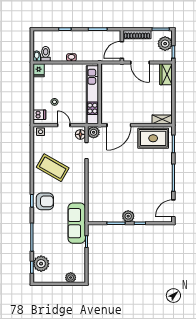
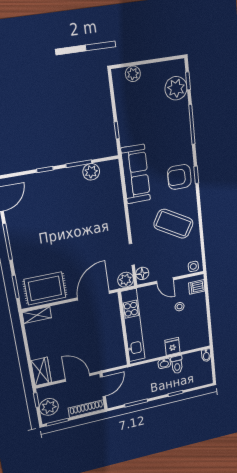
toilet: (46, 54) -> (177, 365), moved
fridge: (39, 70) -> (172, 346), moved
plant: (128, 216) -> (91, 172), moved
sofa: (77, 223) -> (136, 174), moved

